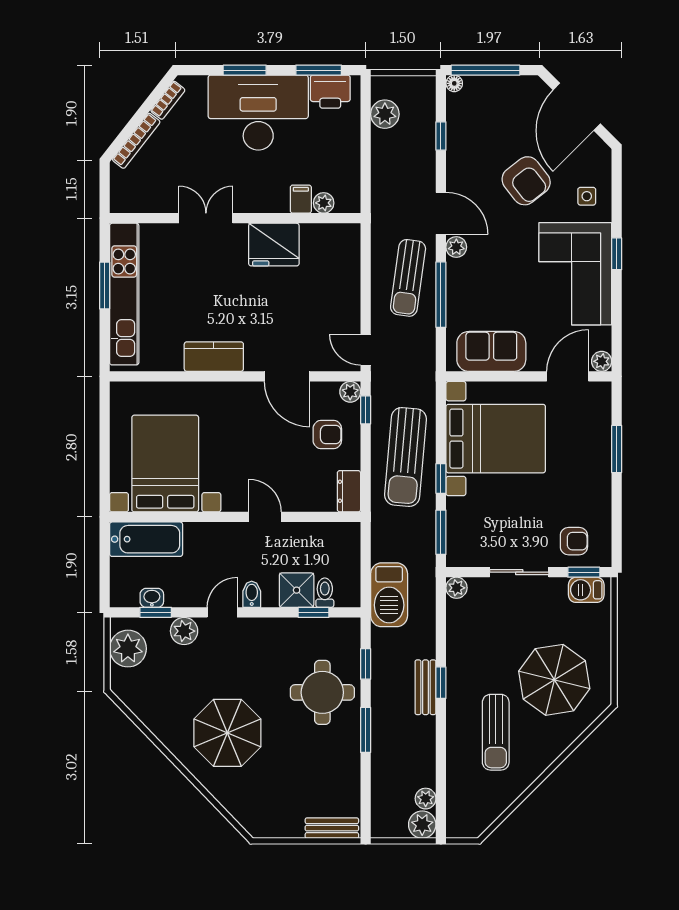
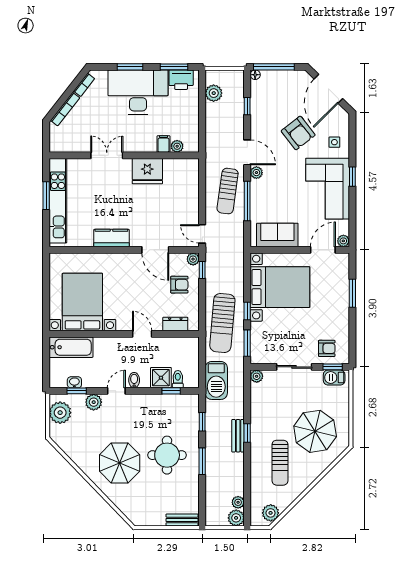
sun lounger: (405, 457) -> (222, 323), moved
dresser: (349, 491) -> (175, 324), moved, turned 90
round table: (322, 692) -> (167, 455), moved
plant: (480, 816) -> (271, 513), added

